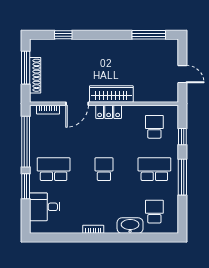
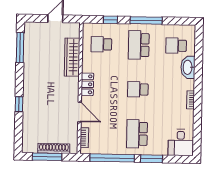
window: (63, 35) -> (19, 104), moved
wardrobe: (111, 94) -> (72, 57), moved
desk: (45, 207) -> (181, 142), moved

